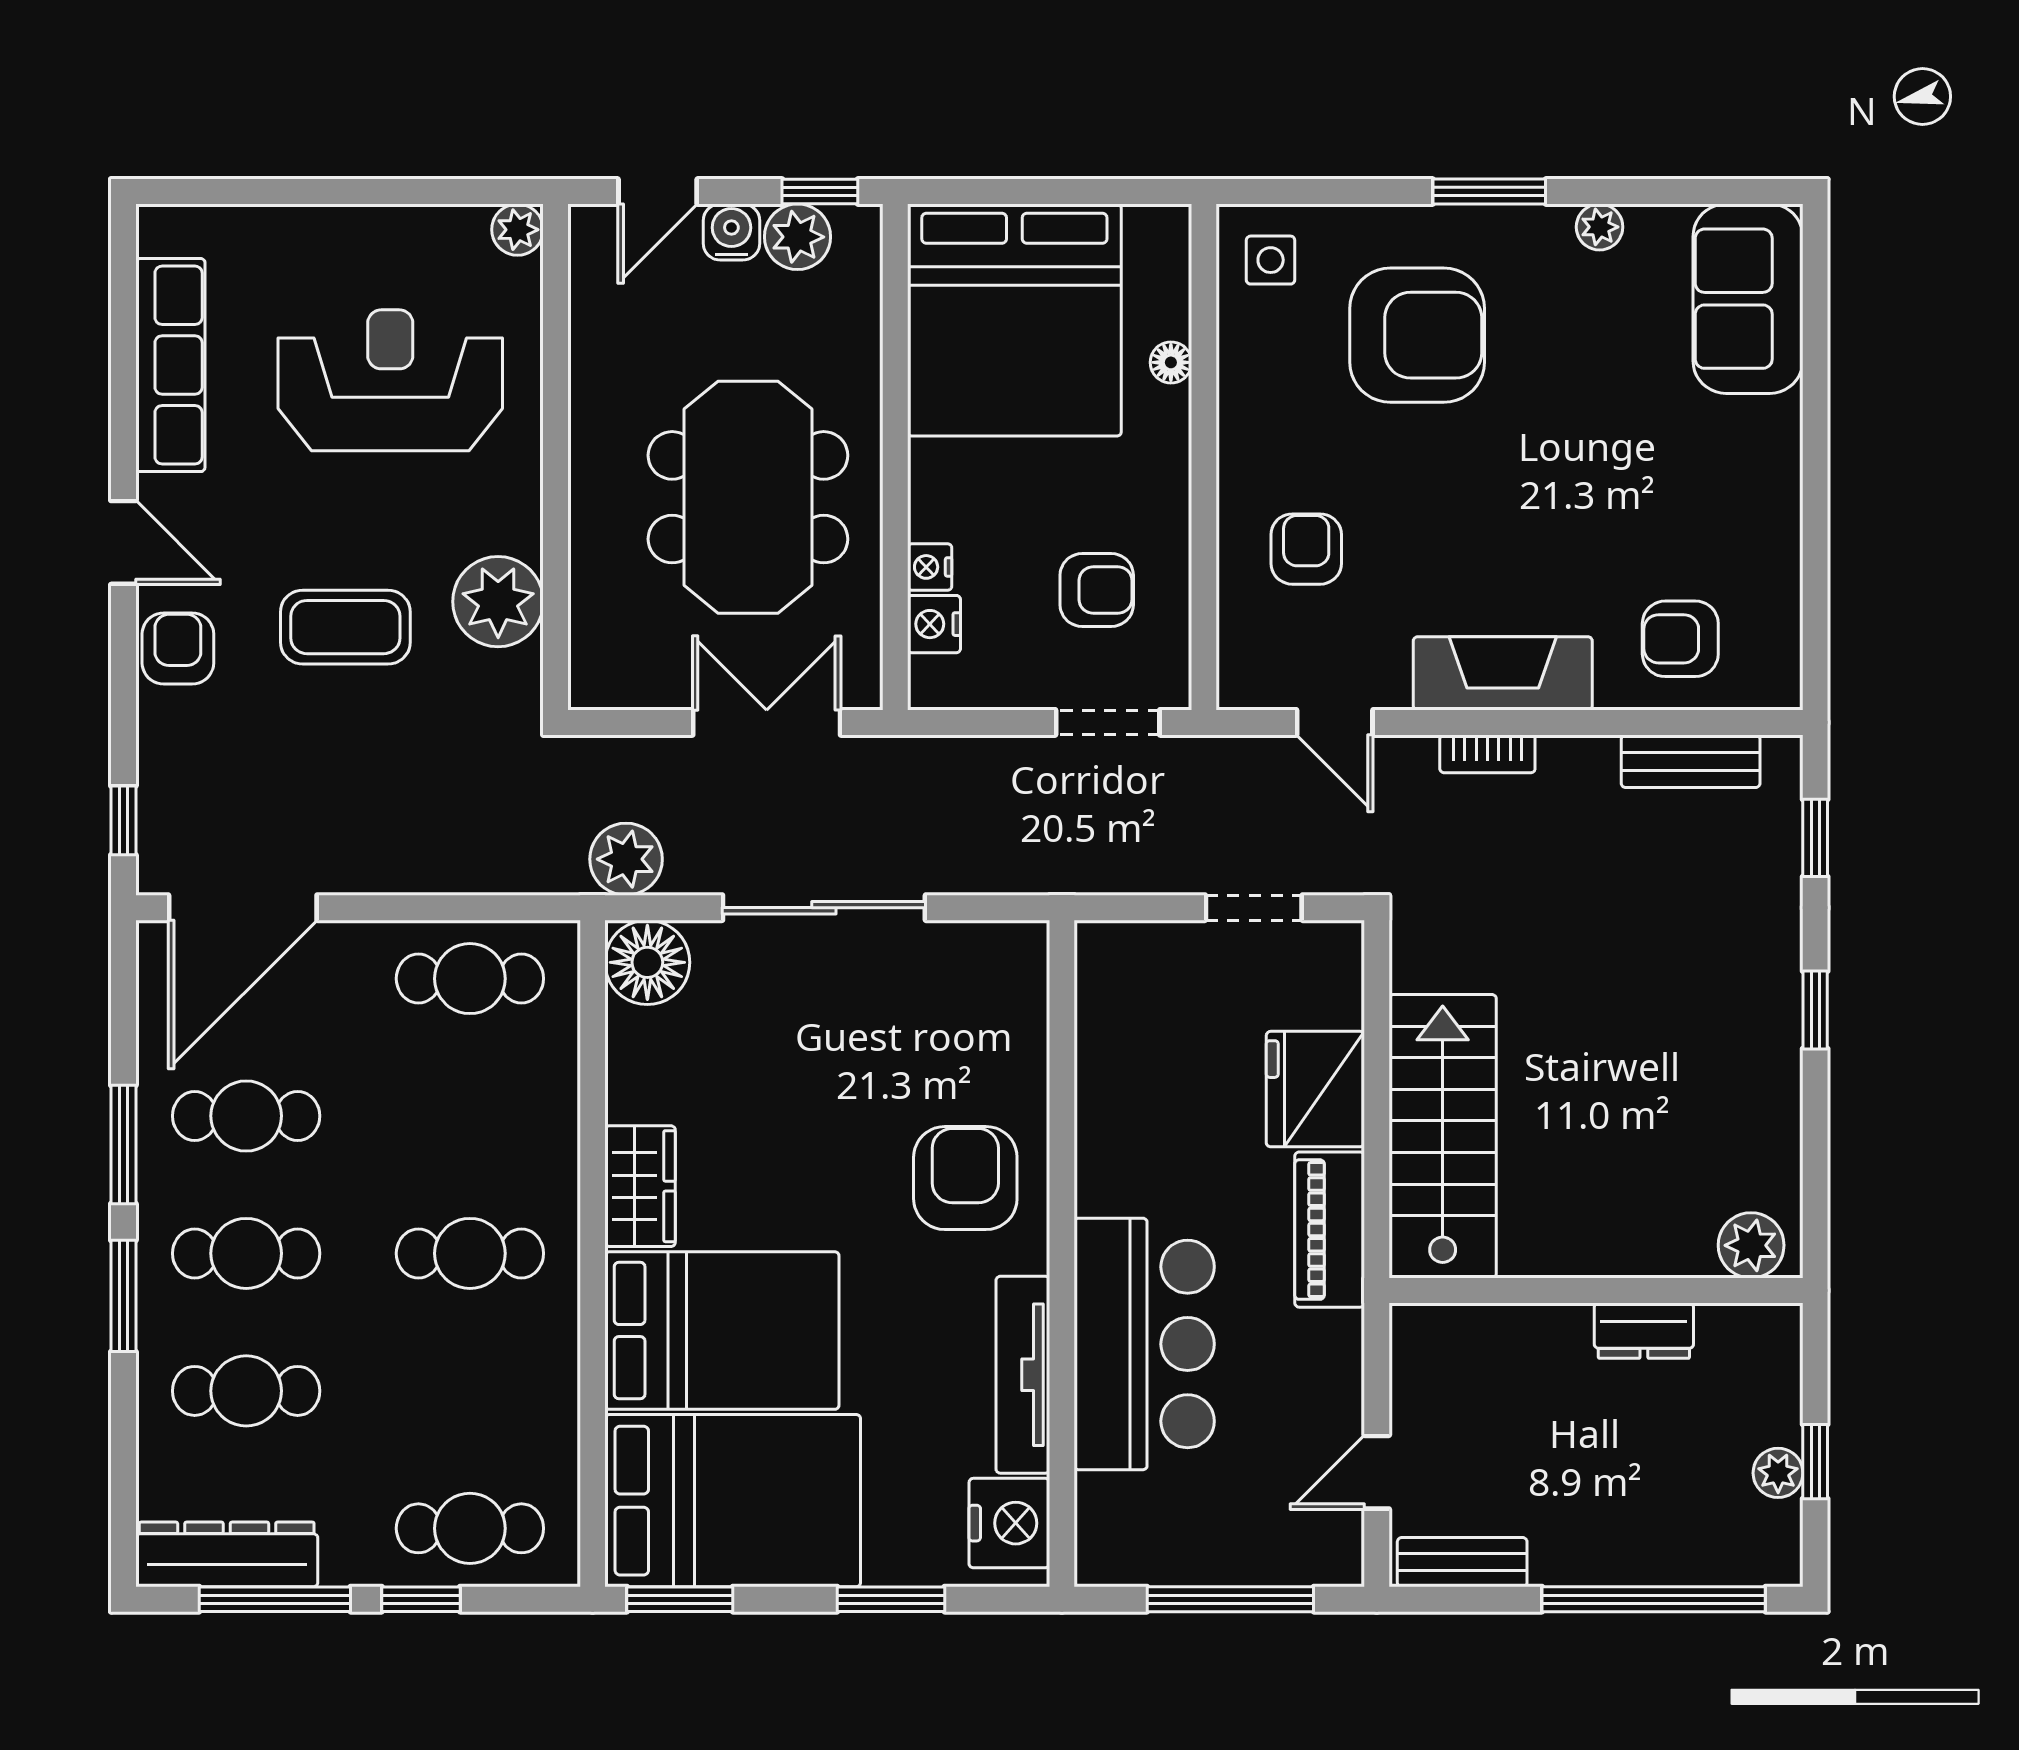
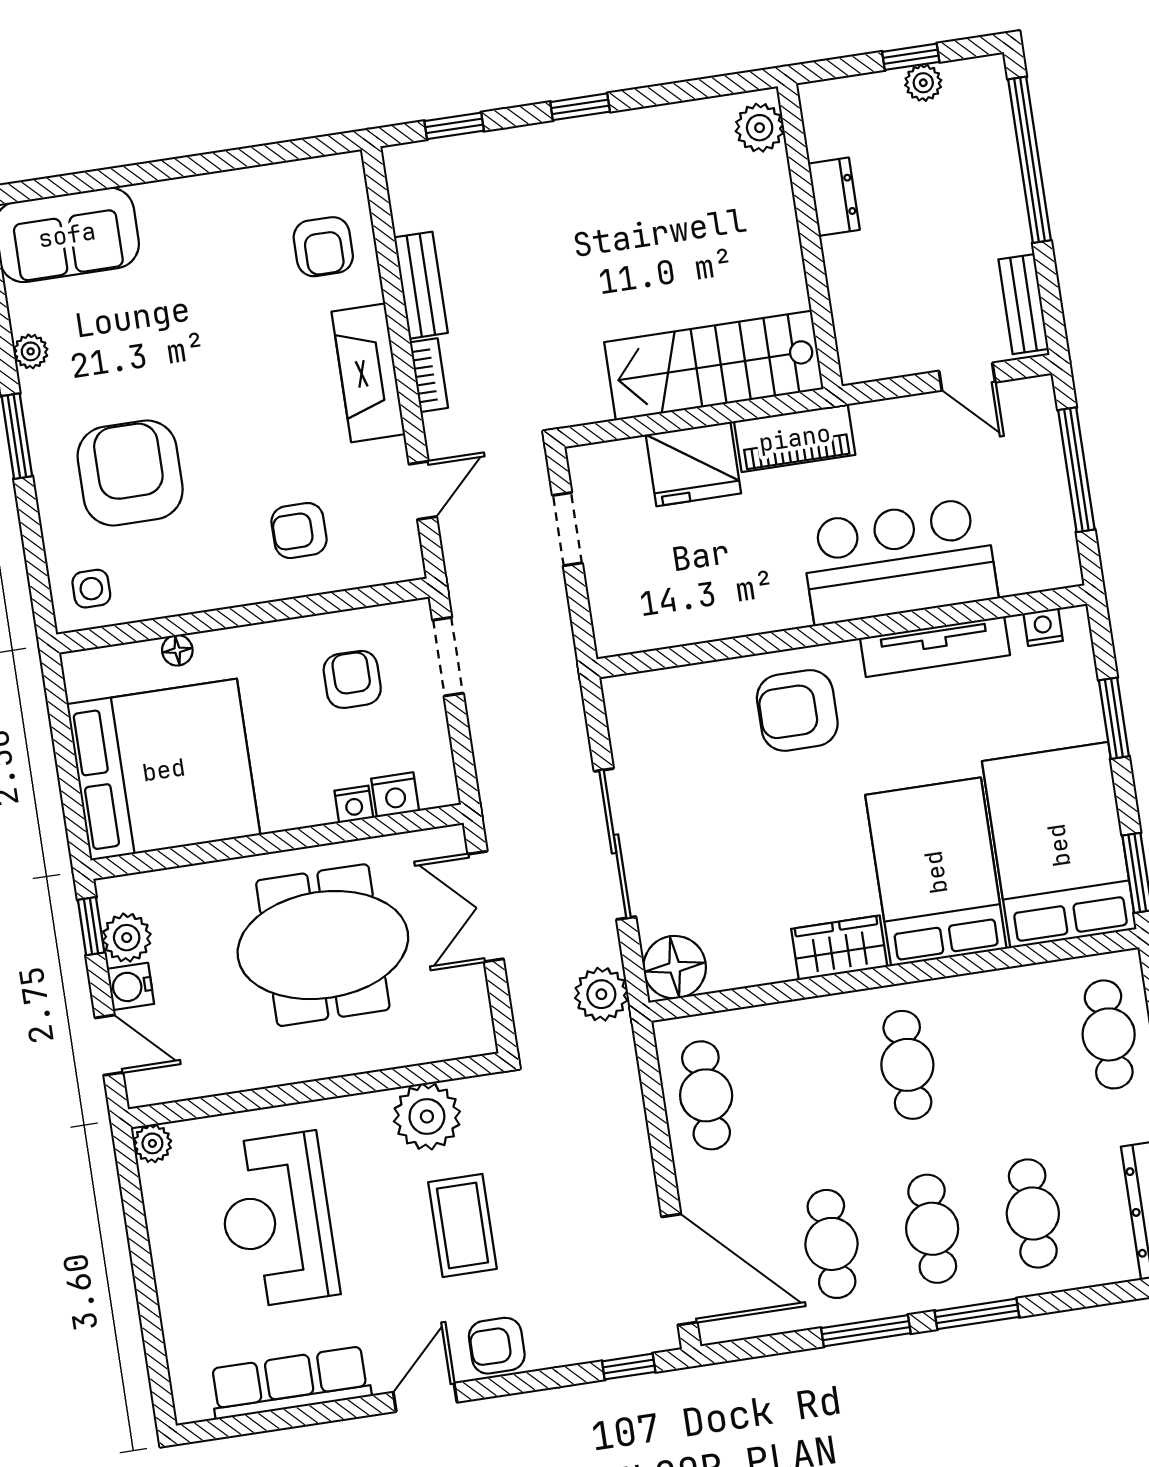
bench: (1691, 761) -> (421, 285), moved
nightstand: (1009, 1523) -> (1043, 627), width x0.53, depth x0.56

